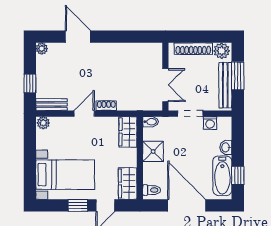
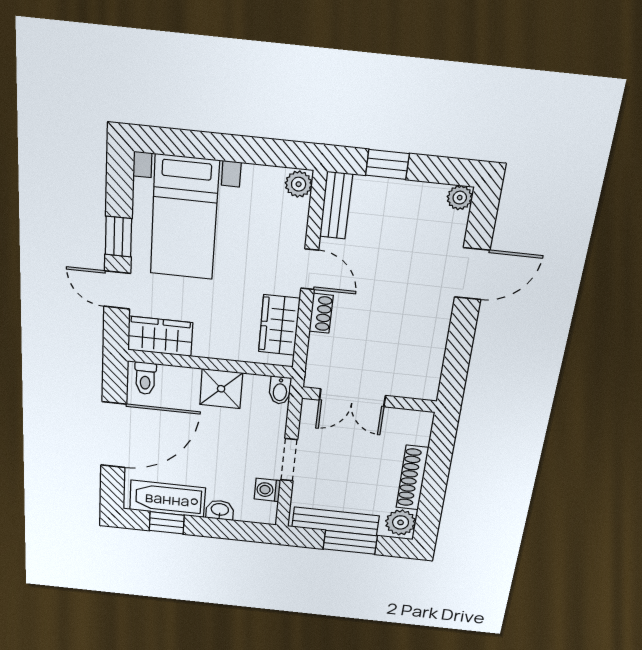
wall: (165, 77) -> (369, 400), moved
double door: (165, 85) -> (352, 398), moved
wardrobe: (128, 132) -> (279, 325), moved, turned -90

